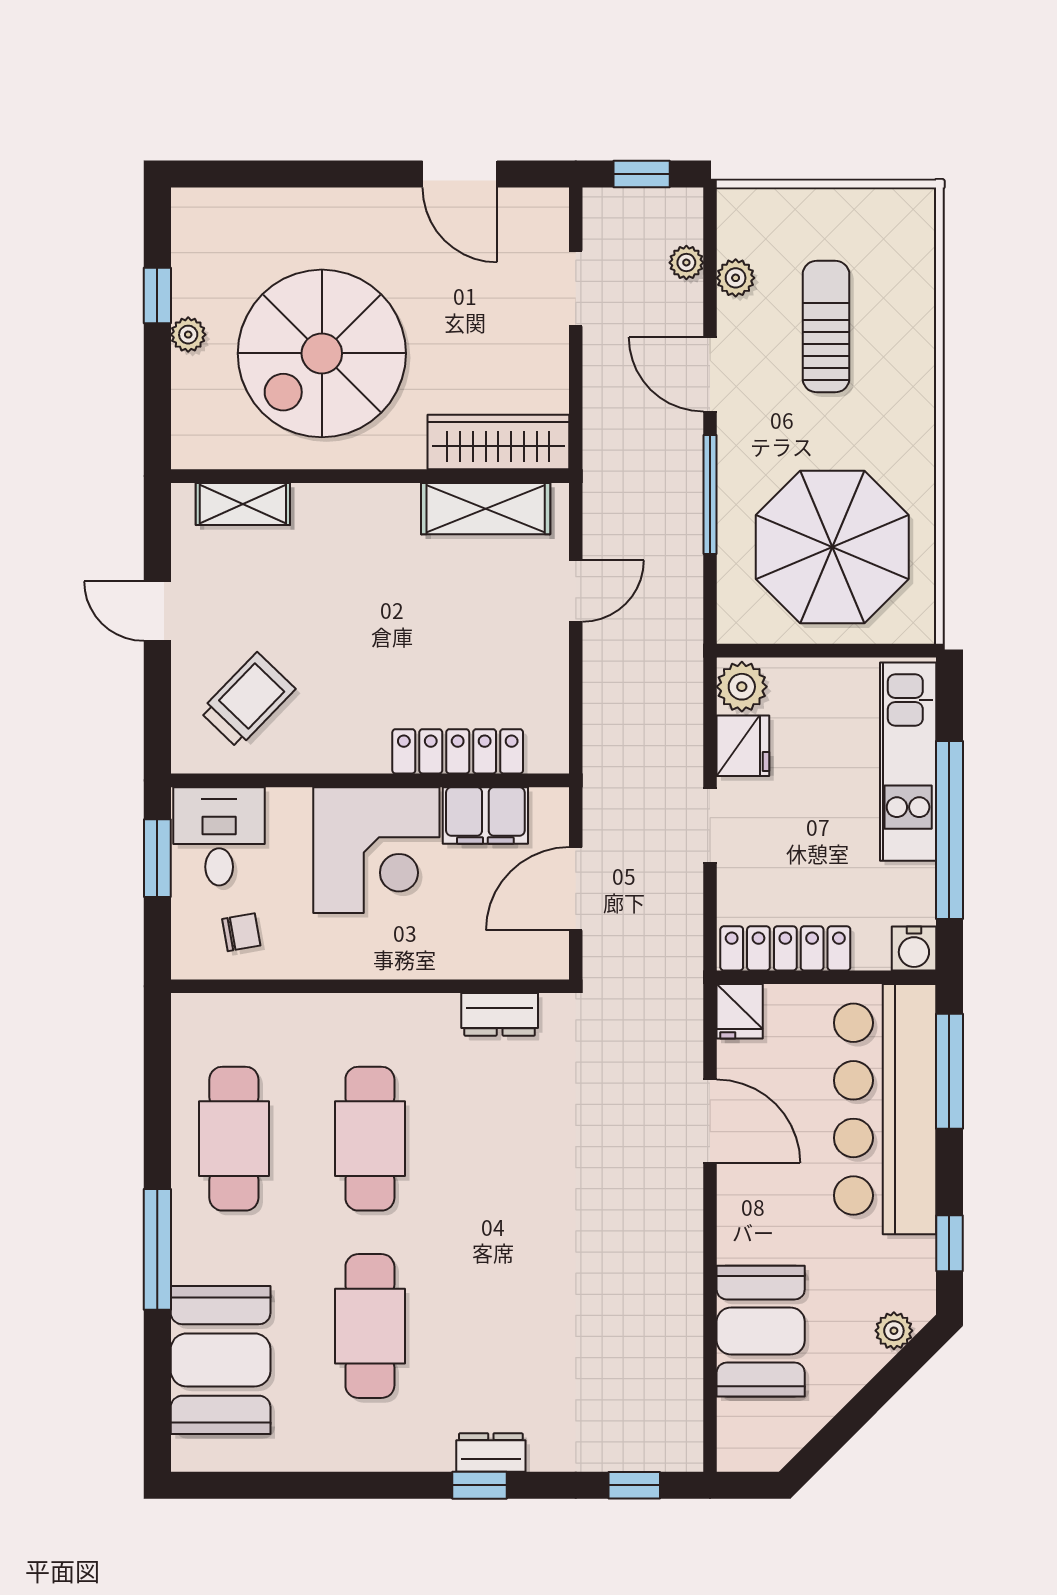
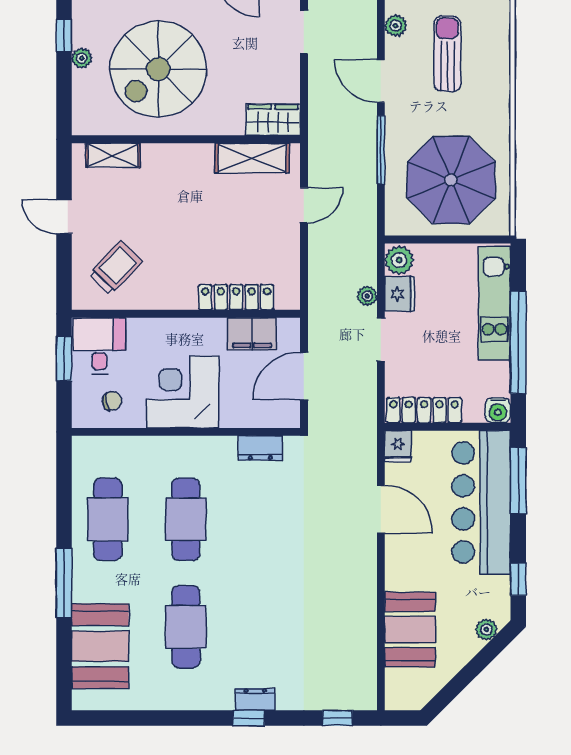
plant: (686, 263) -> (367, 296), moved
wardrobe: (498, 442) -> (273, 120), width x0.67
corner desk: (376, 850) -> (183, 392), moved, turned 180

